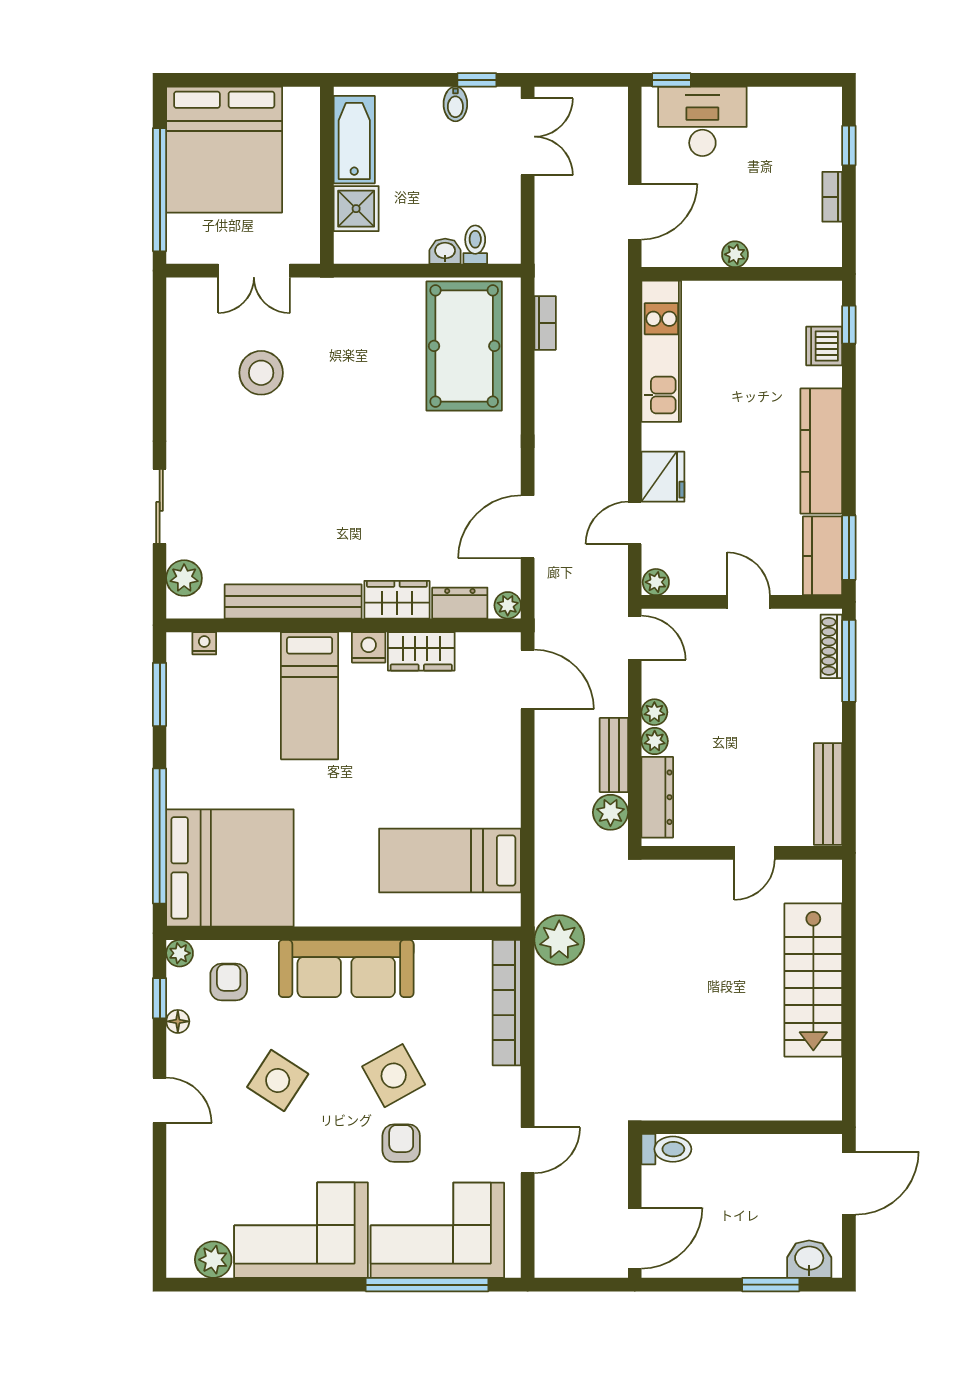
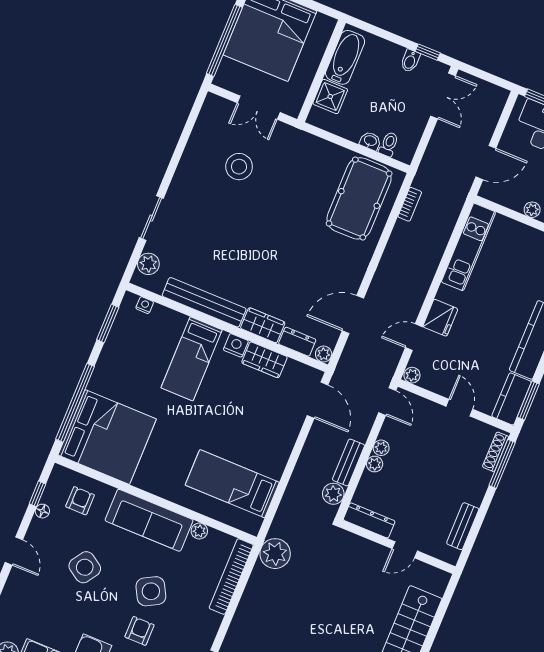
bench: (828, 794) -> (463, 526), width x0.73
dresser: (657, 797) -> (369, 520), moved, turned -90
plant: (180, 953) -> (199, 531), moved

